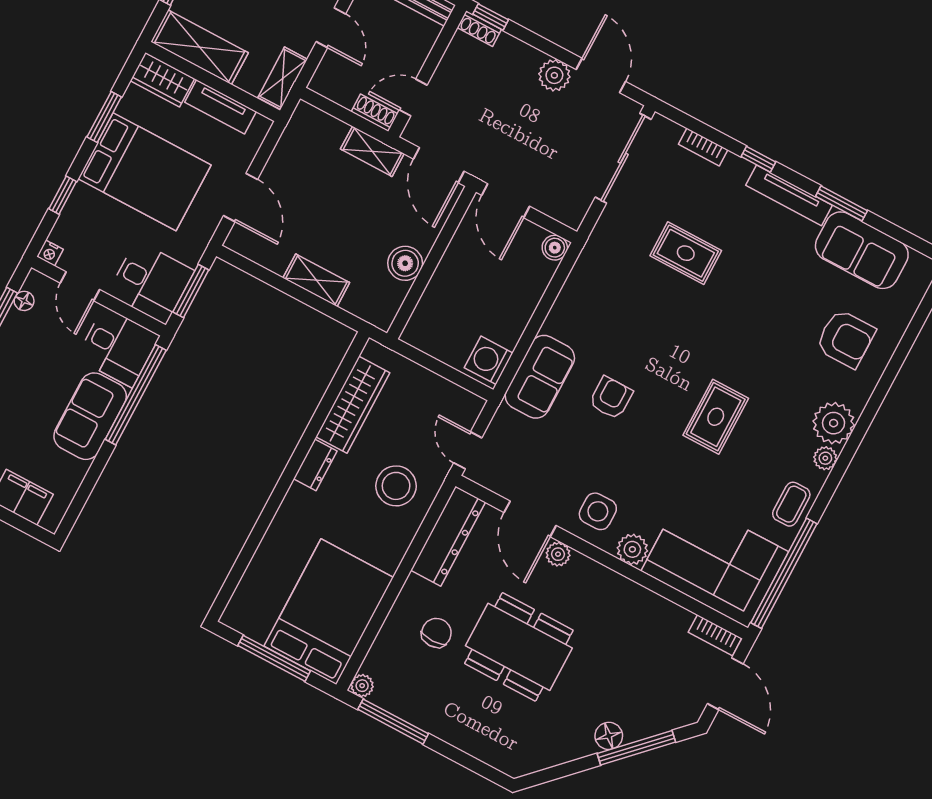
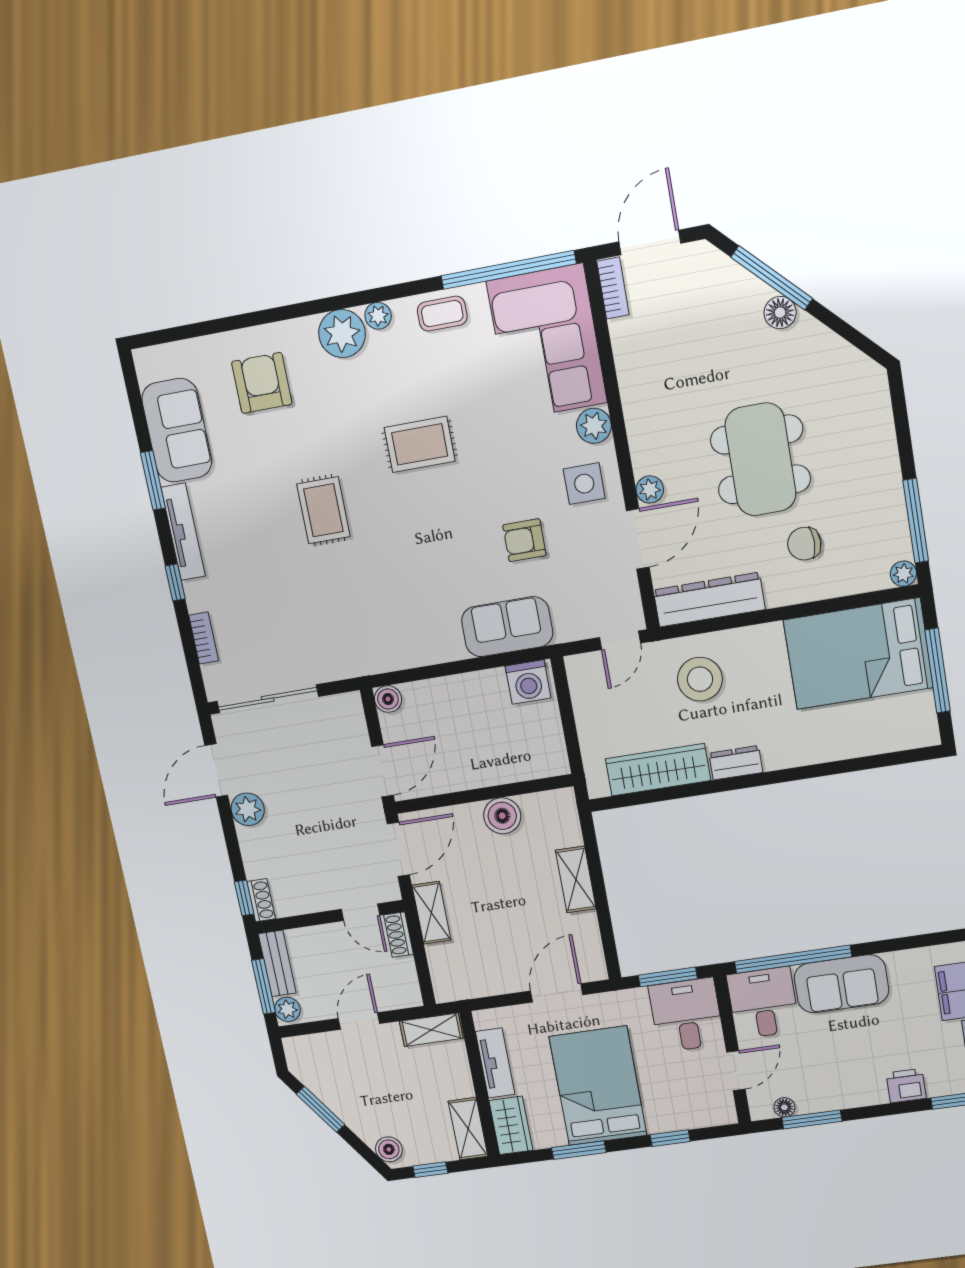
shelving: (200, 47) -> (468, 1129), width x0.67, depth x0.75
nightstand: (50, 253) -> (727, 1115), removed
rug: (686, 253) -> (323, 510), moved
armchair: (611, 398) -> (524, 540), moved

